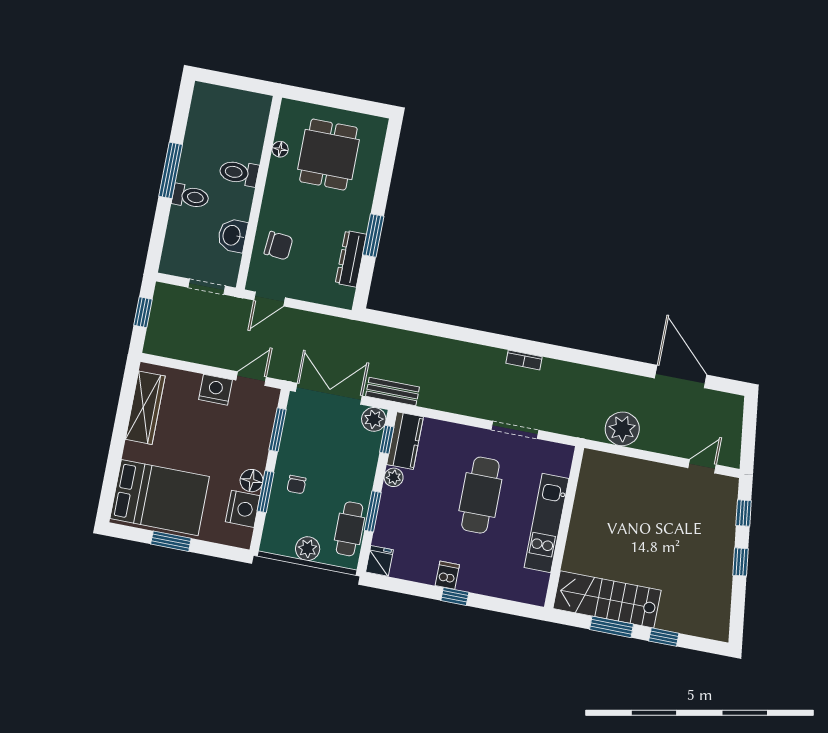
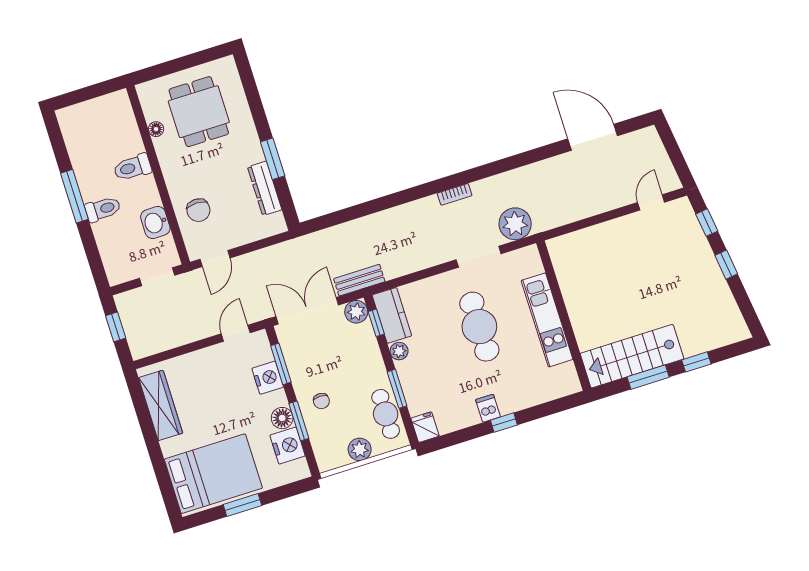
chair: (279, 246) -> (198, 210), turned 85
nightstand: (215, 390) -> (268, 378), moved, turned 90
plant: (622, 429) -> (515, 224), moved

